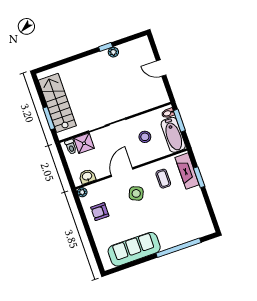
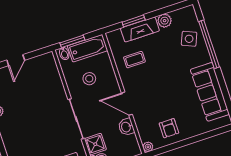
fireplace: (187, 171) -> (140, 29), moved
washbasin: (87, 176) -> (126, 127), moved
side table: (136, 193) -> (189, 39), moved
plant: (200, 206) -> (165, 21), added

